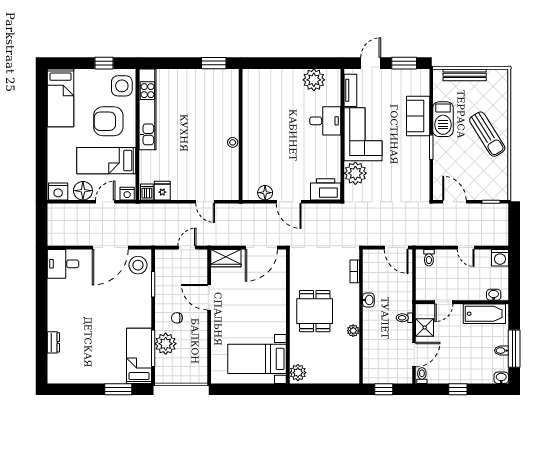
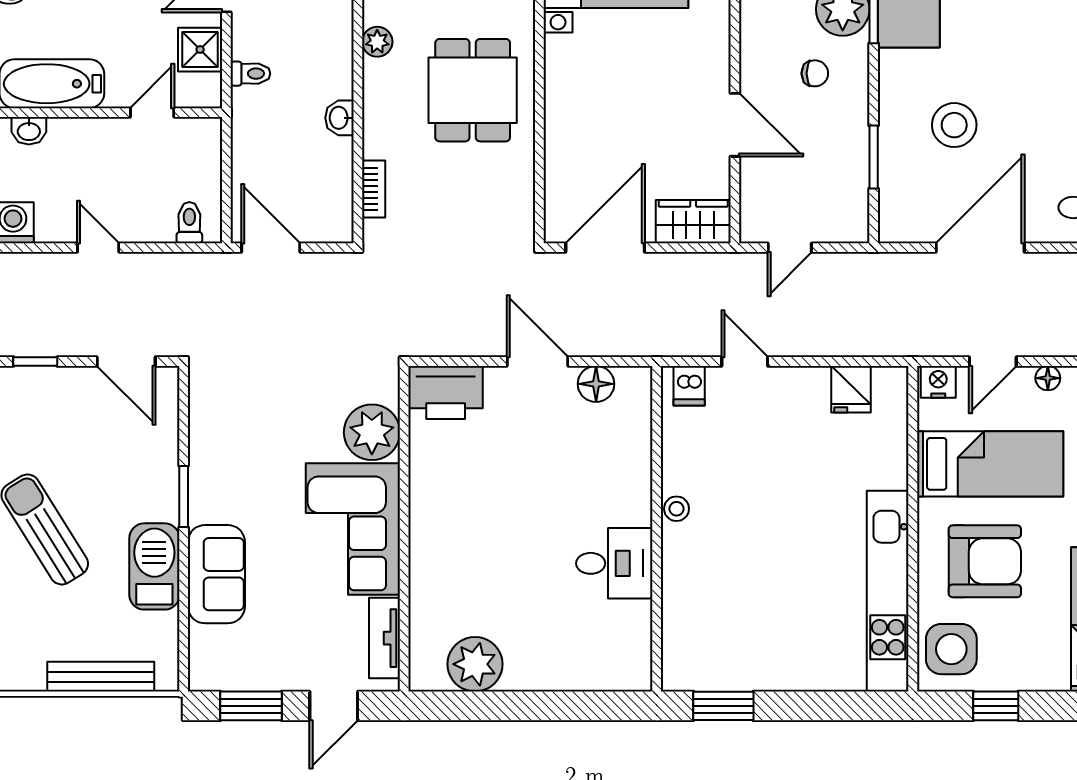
desk: (325, 121) -> (614, 563), moved, turned 180
floor lamp: (83, 191) -> (1048, 378), width x0.53, depth x0.53
dishwasher: (147, 192) -> (689, 386), moved
stool: (138, 265) -> (954, 125), moved

